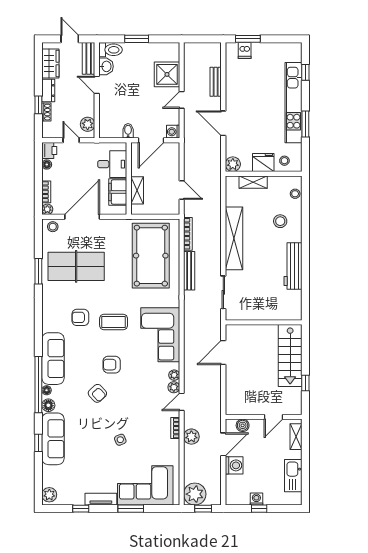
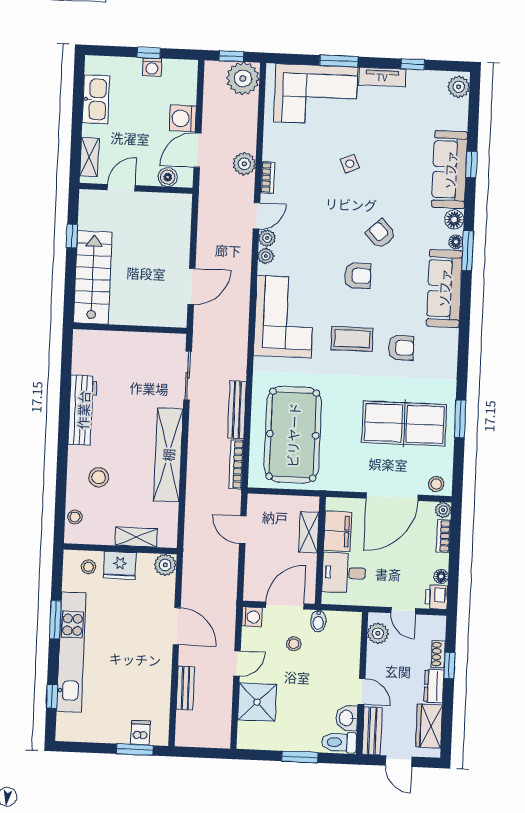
stool: (144, 115) -> (294, 644), added
window: (38, 385) -> (468, 251), width x0.47

